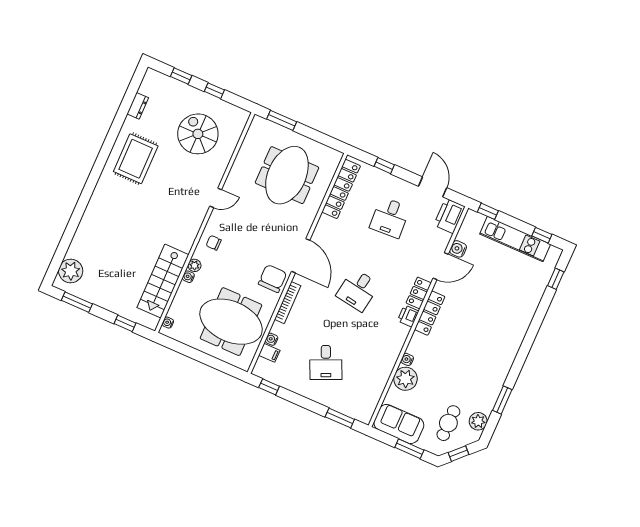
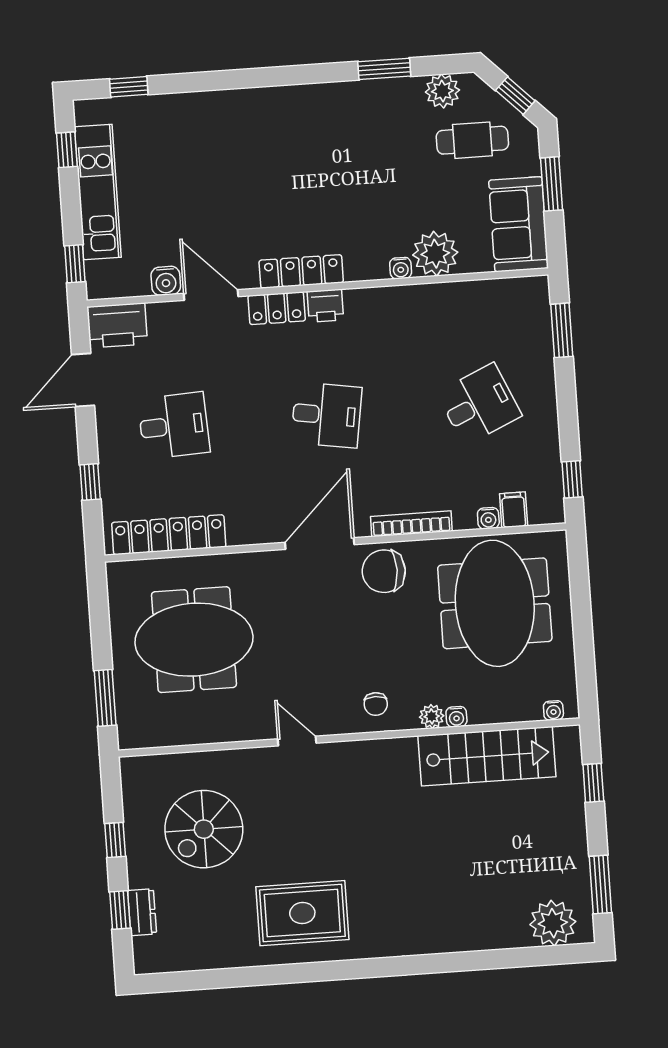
dresser: (138, 106) -> (142, 912), moved, turned 90

